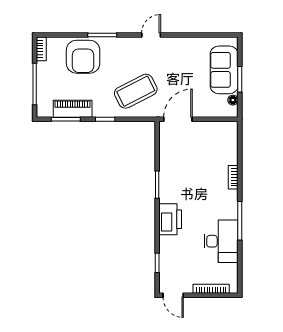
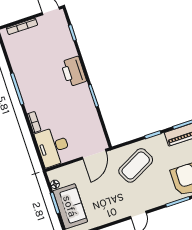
desk: (221, 241) -> (53, 147), moved

